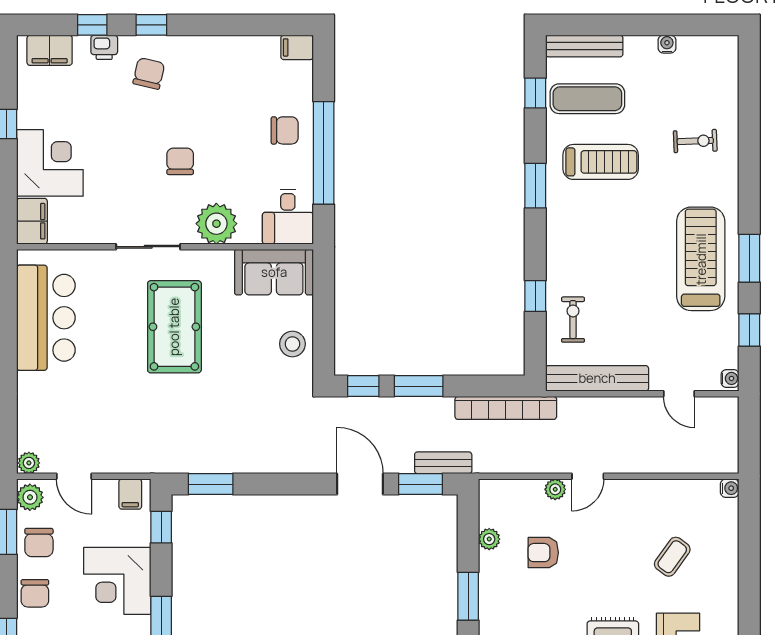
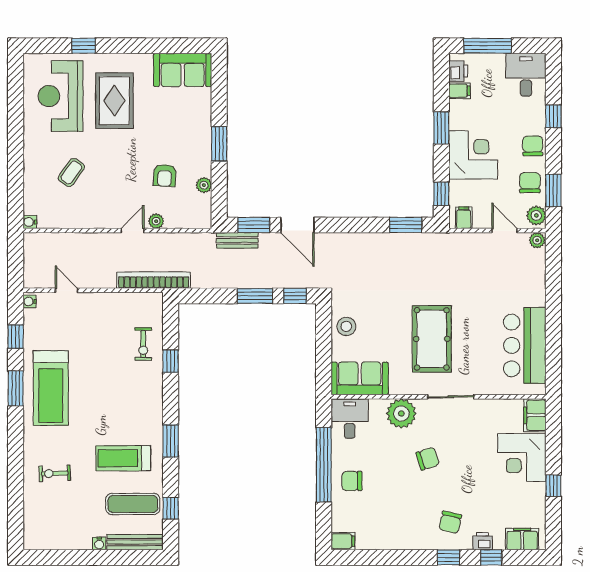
water cooler: (667, 44) -> (99, 543), moved
chair: (180, 161) -> (428, 459), turned -108
bench: (597, 378) -> (126, 302), removed
bookcase: (506, 408) -> (154, 280), moved
armchair: (543, 553) -> (165, 175), turned 93

